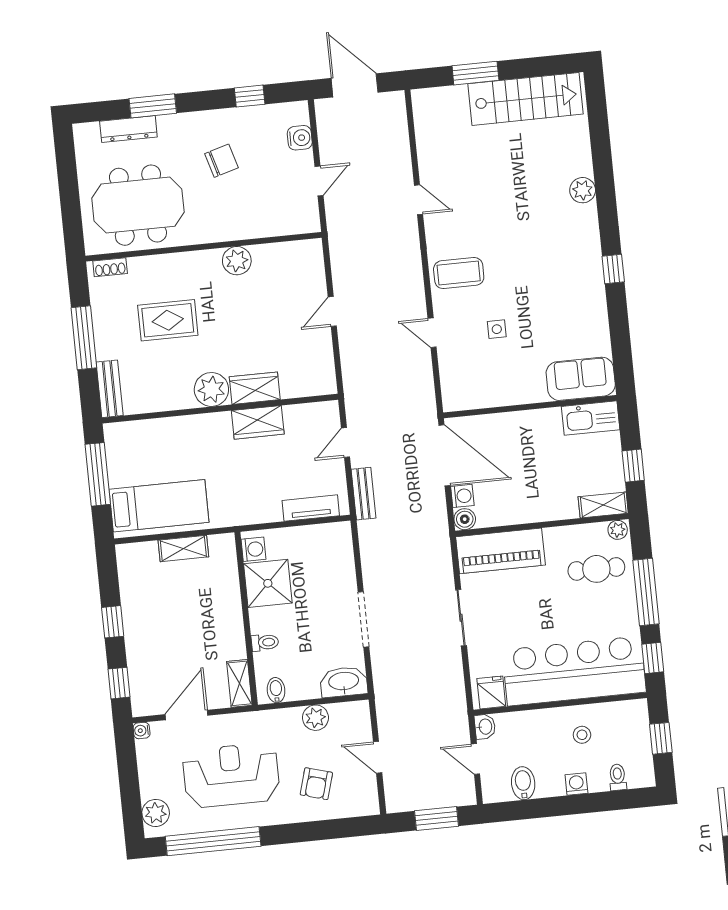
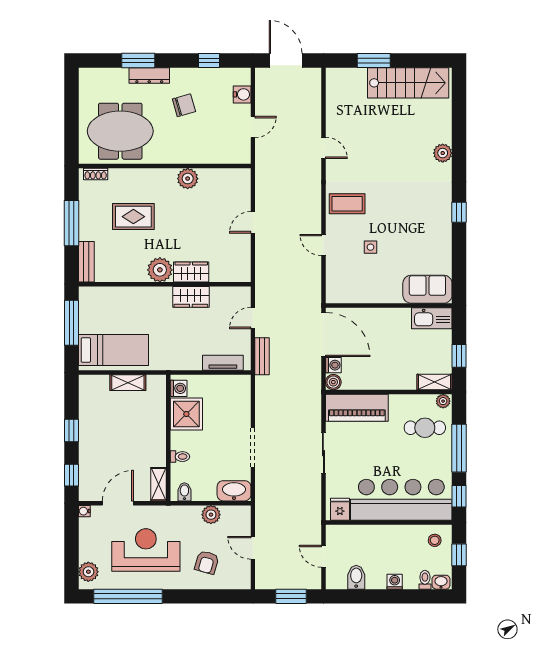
dresser: (128, 129) -> (149, 76), moved
washbasin: (485, 727) -> (441, 582), moved, turned -90
stool: (582, 735) -> (435, 540), moved

